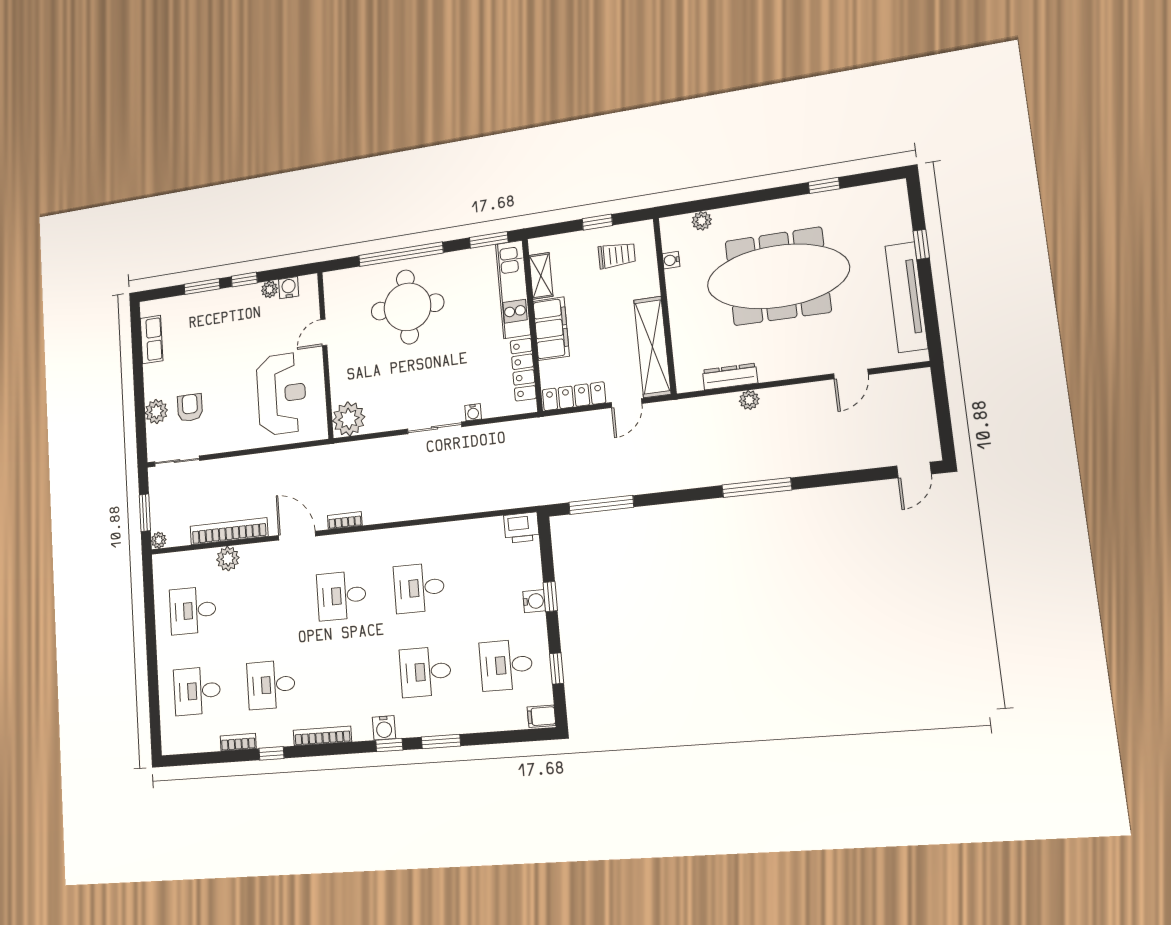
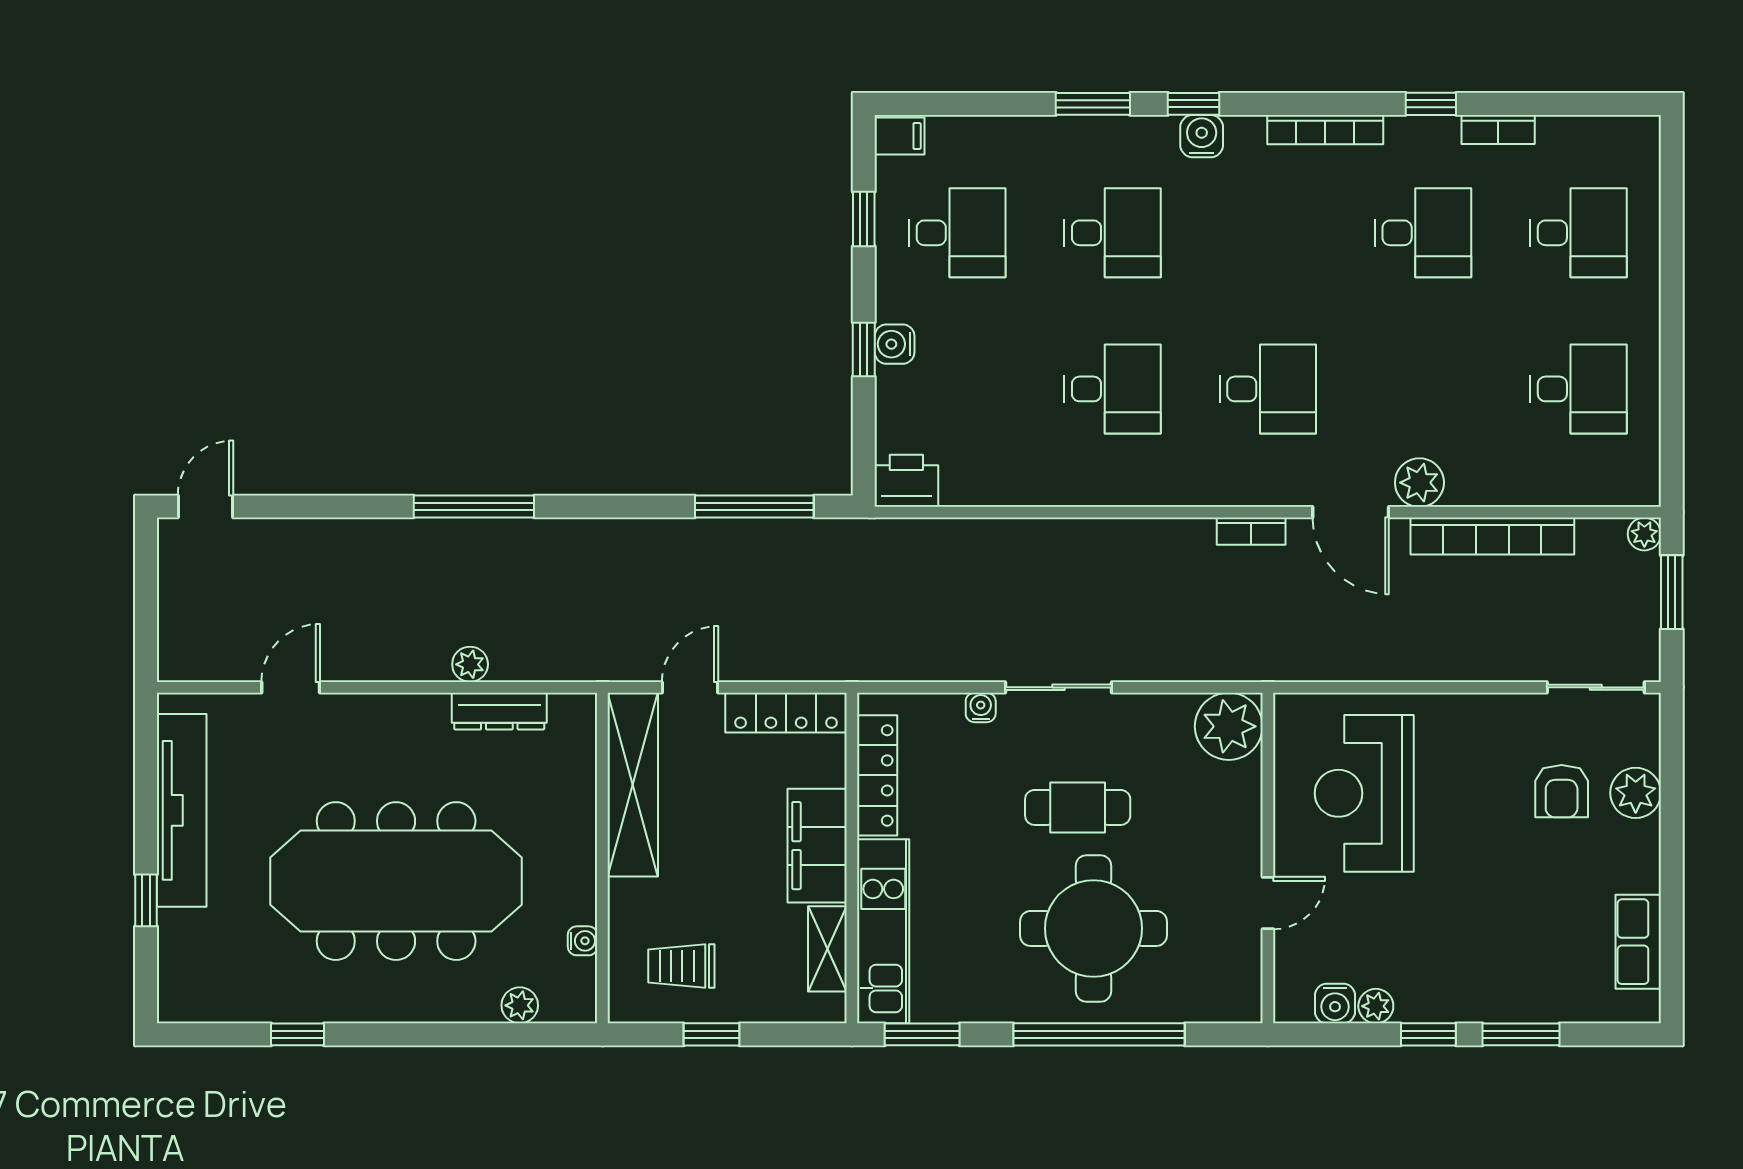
cafe table: (420, 367) -> (1078, 807), added
plant: (228, 559) -> (1419, 483), moved

